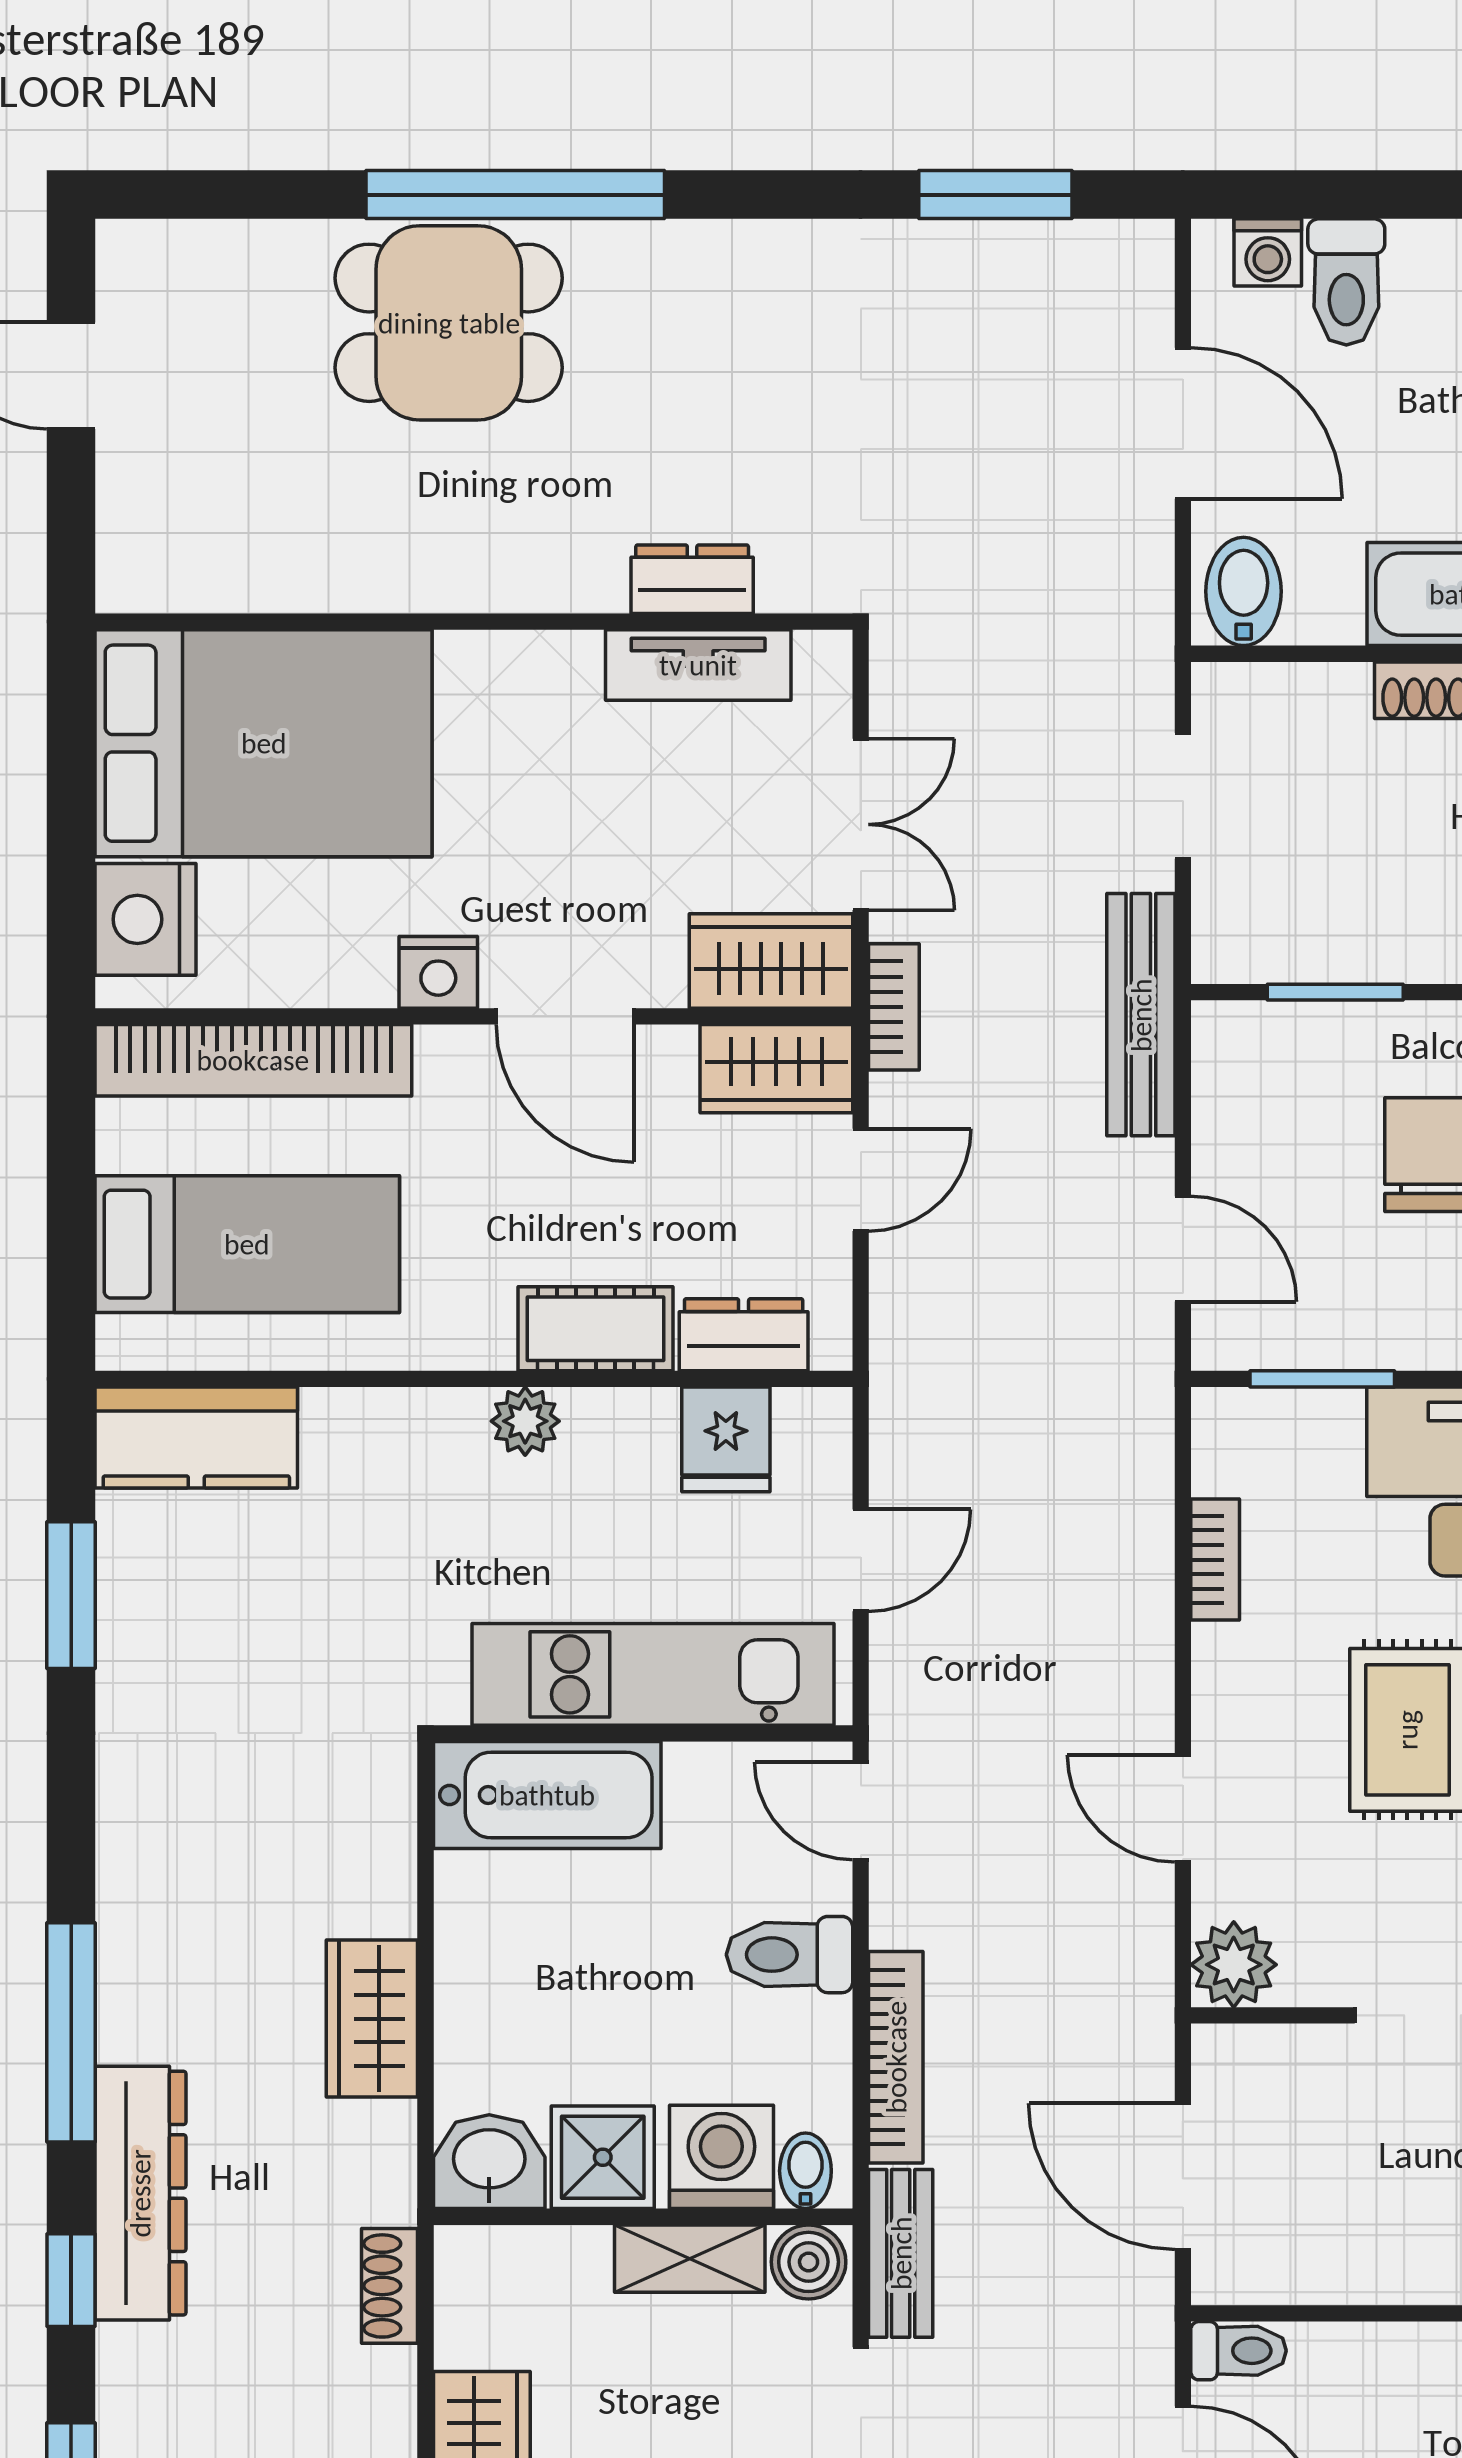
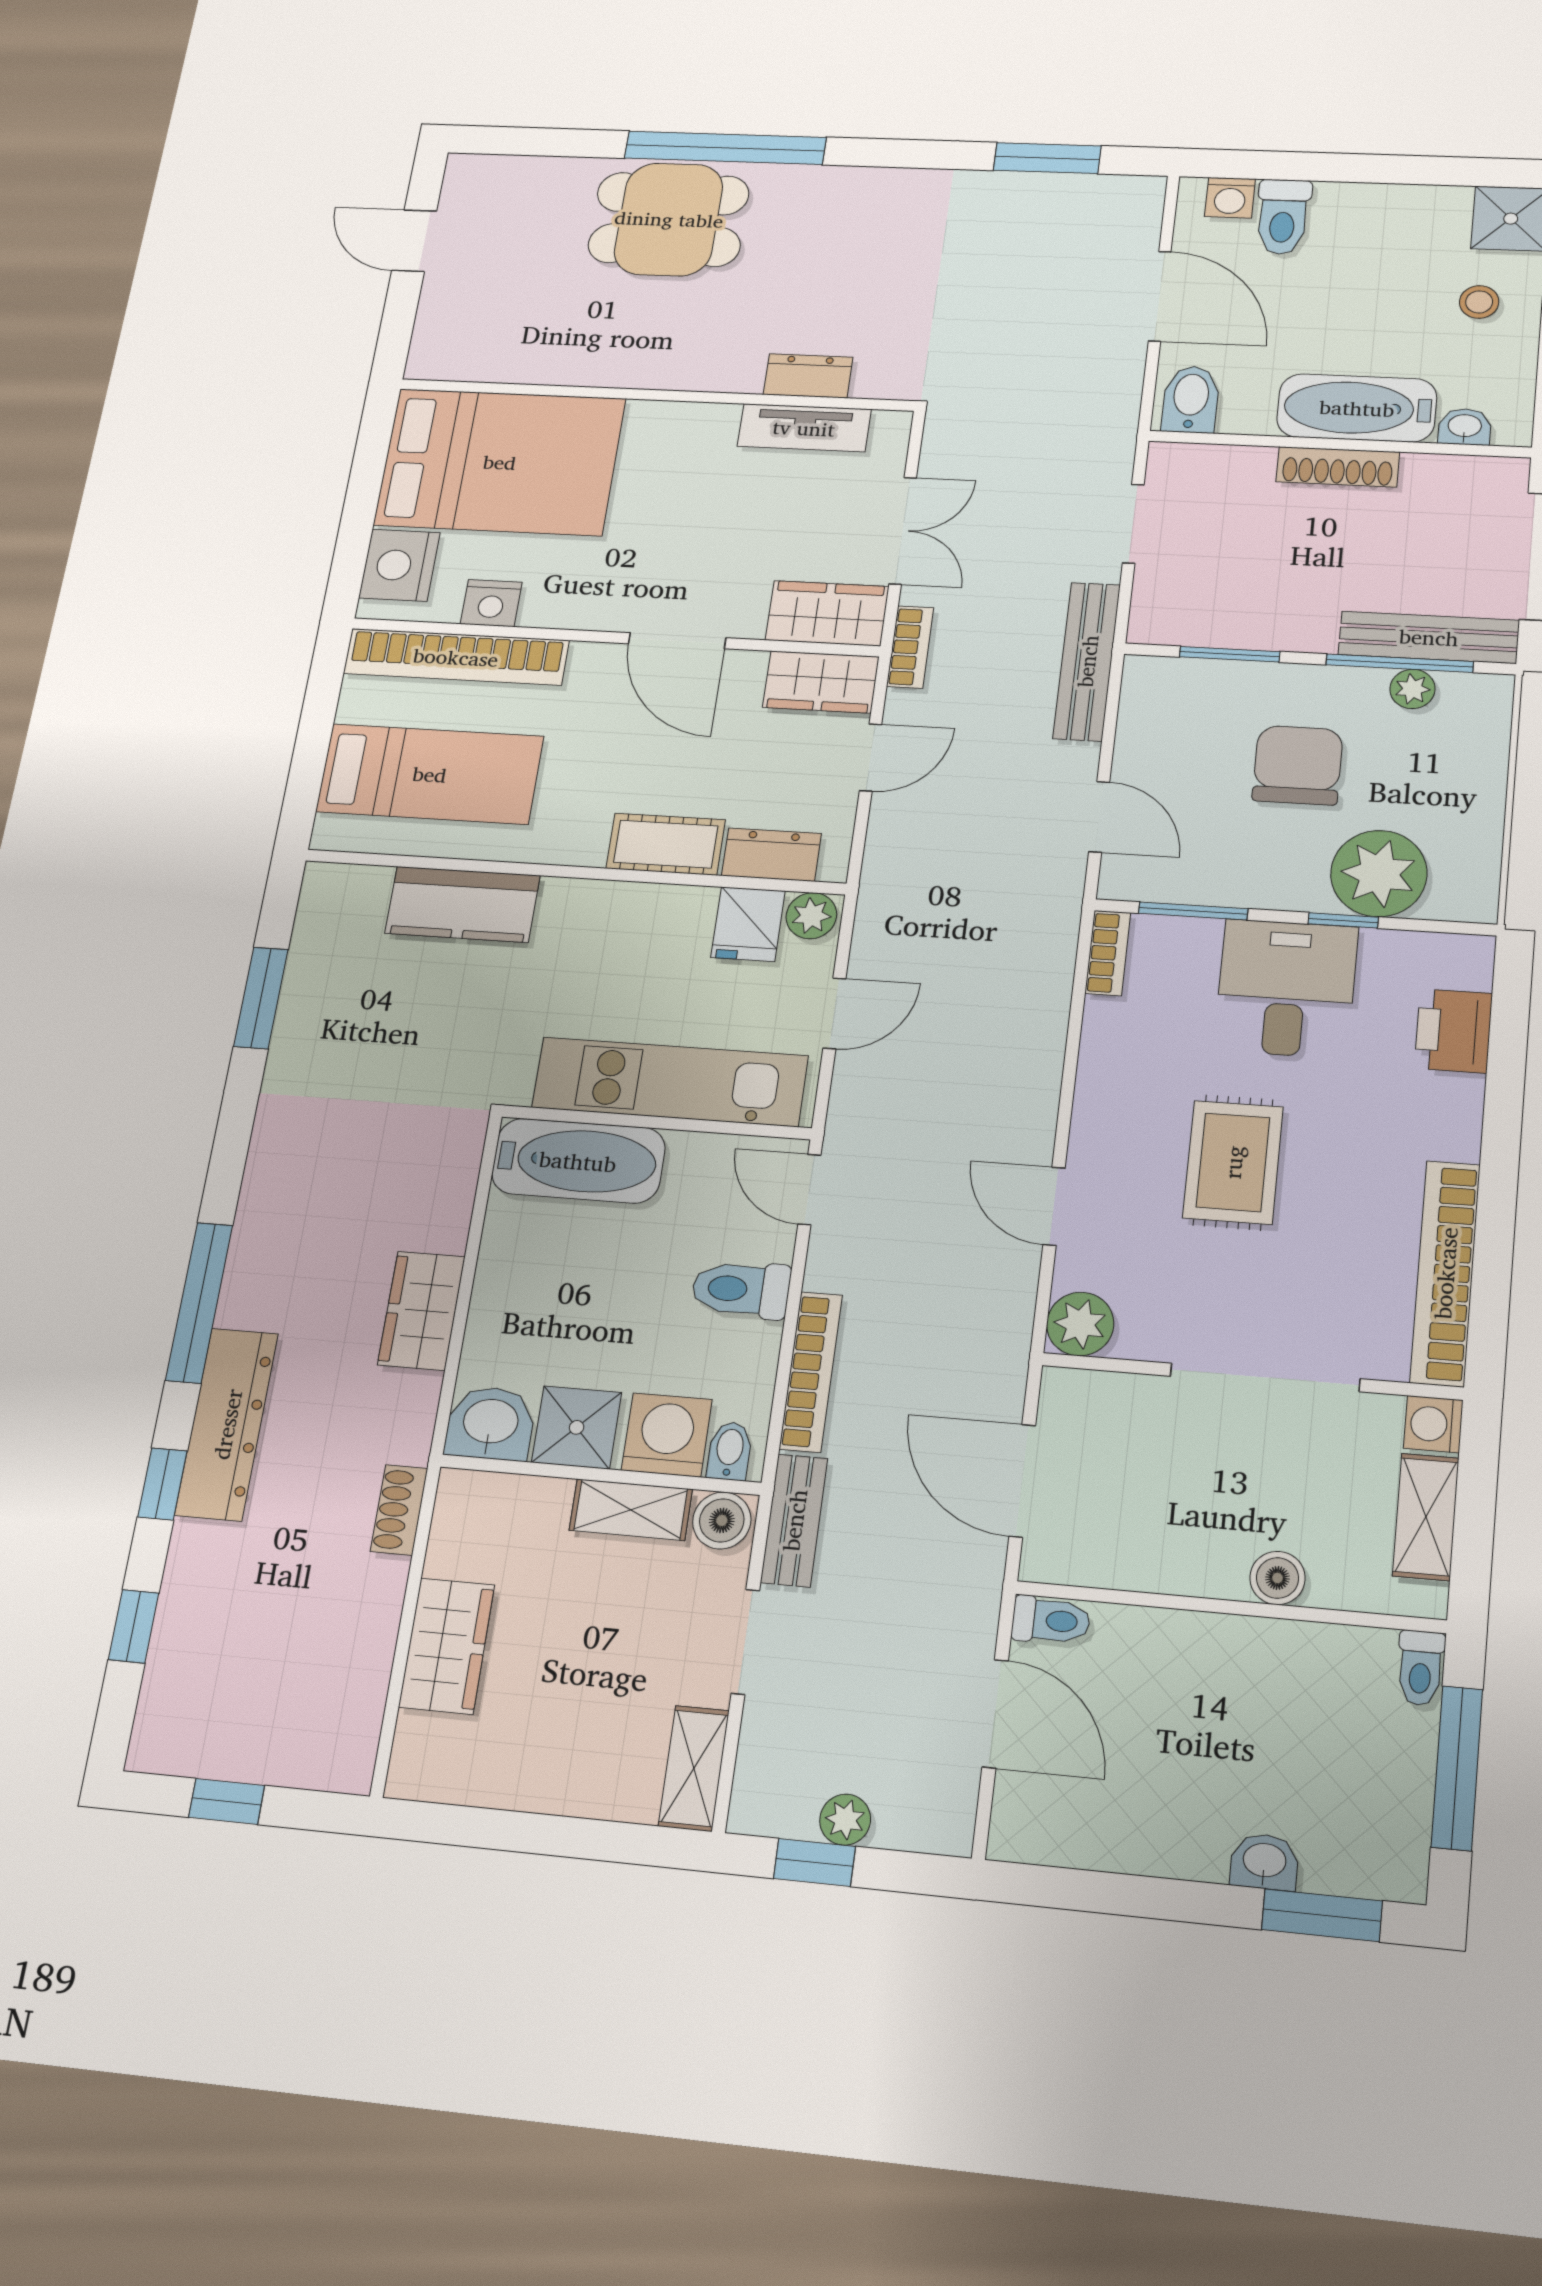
nightstand: (438, 972) -> (491, 603), moved
plant: (525, 1421) -> (811, 916), moved
kitchen counter: (196, 1437) -> (462, 904), moved
bookcase: (1215, 1560) -> (1108, 953), moved

